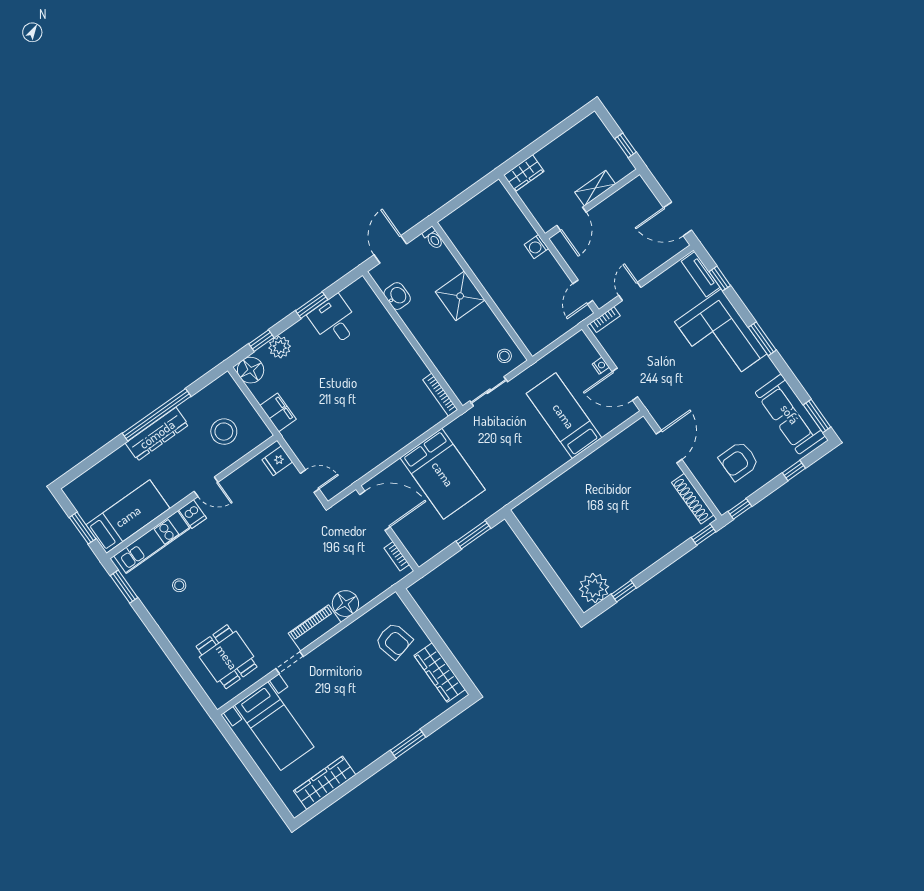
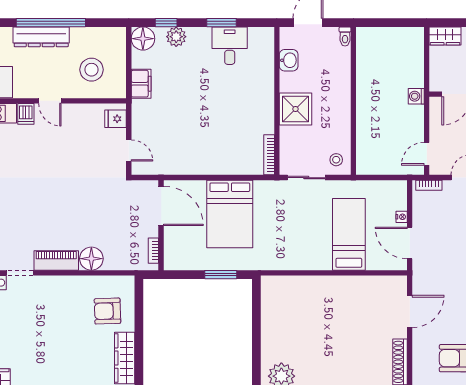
shower: (460, 296) -> (295, 109), moved
armchair: (394, 641) -> (107, 311), turned 102

